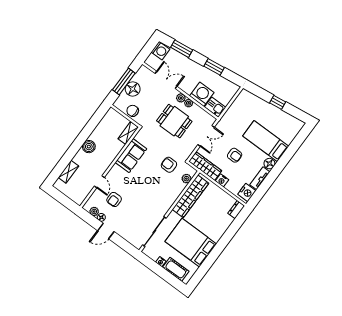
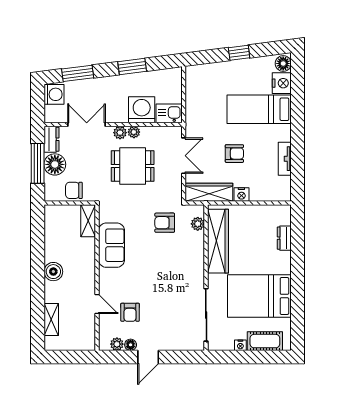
dresser: (141, 74) -> (51, 139), added
floor lamp: (269, 164) -> (283, 63), moved
nightstand: (247, 192) -> (282, 83), moved
dresser: (236, 210) -> (284, 238), moved

